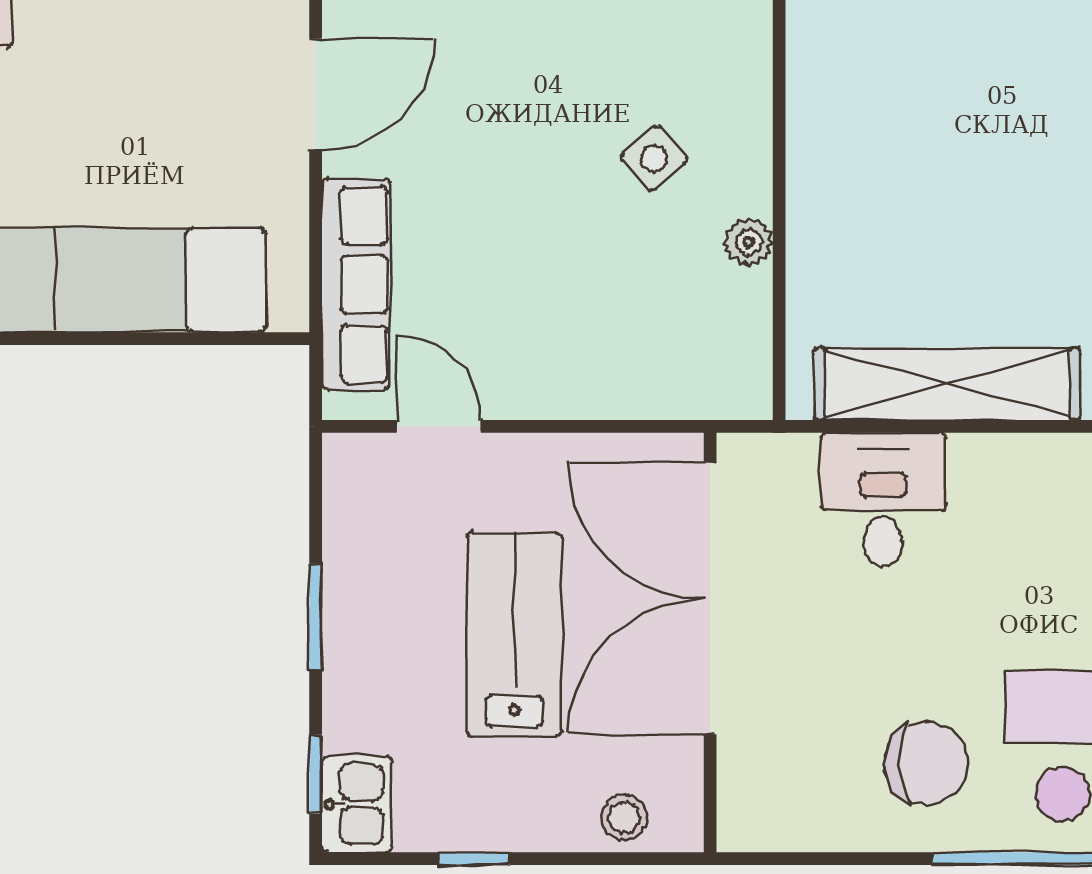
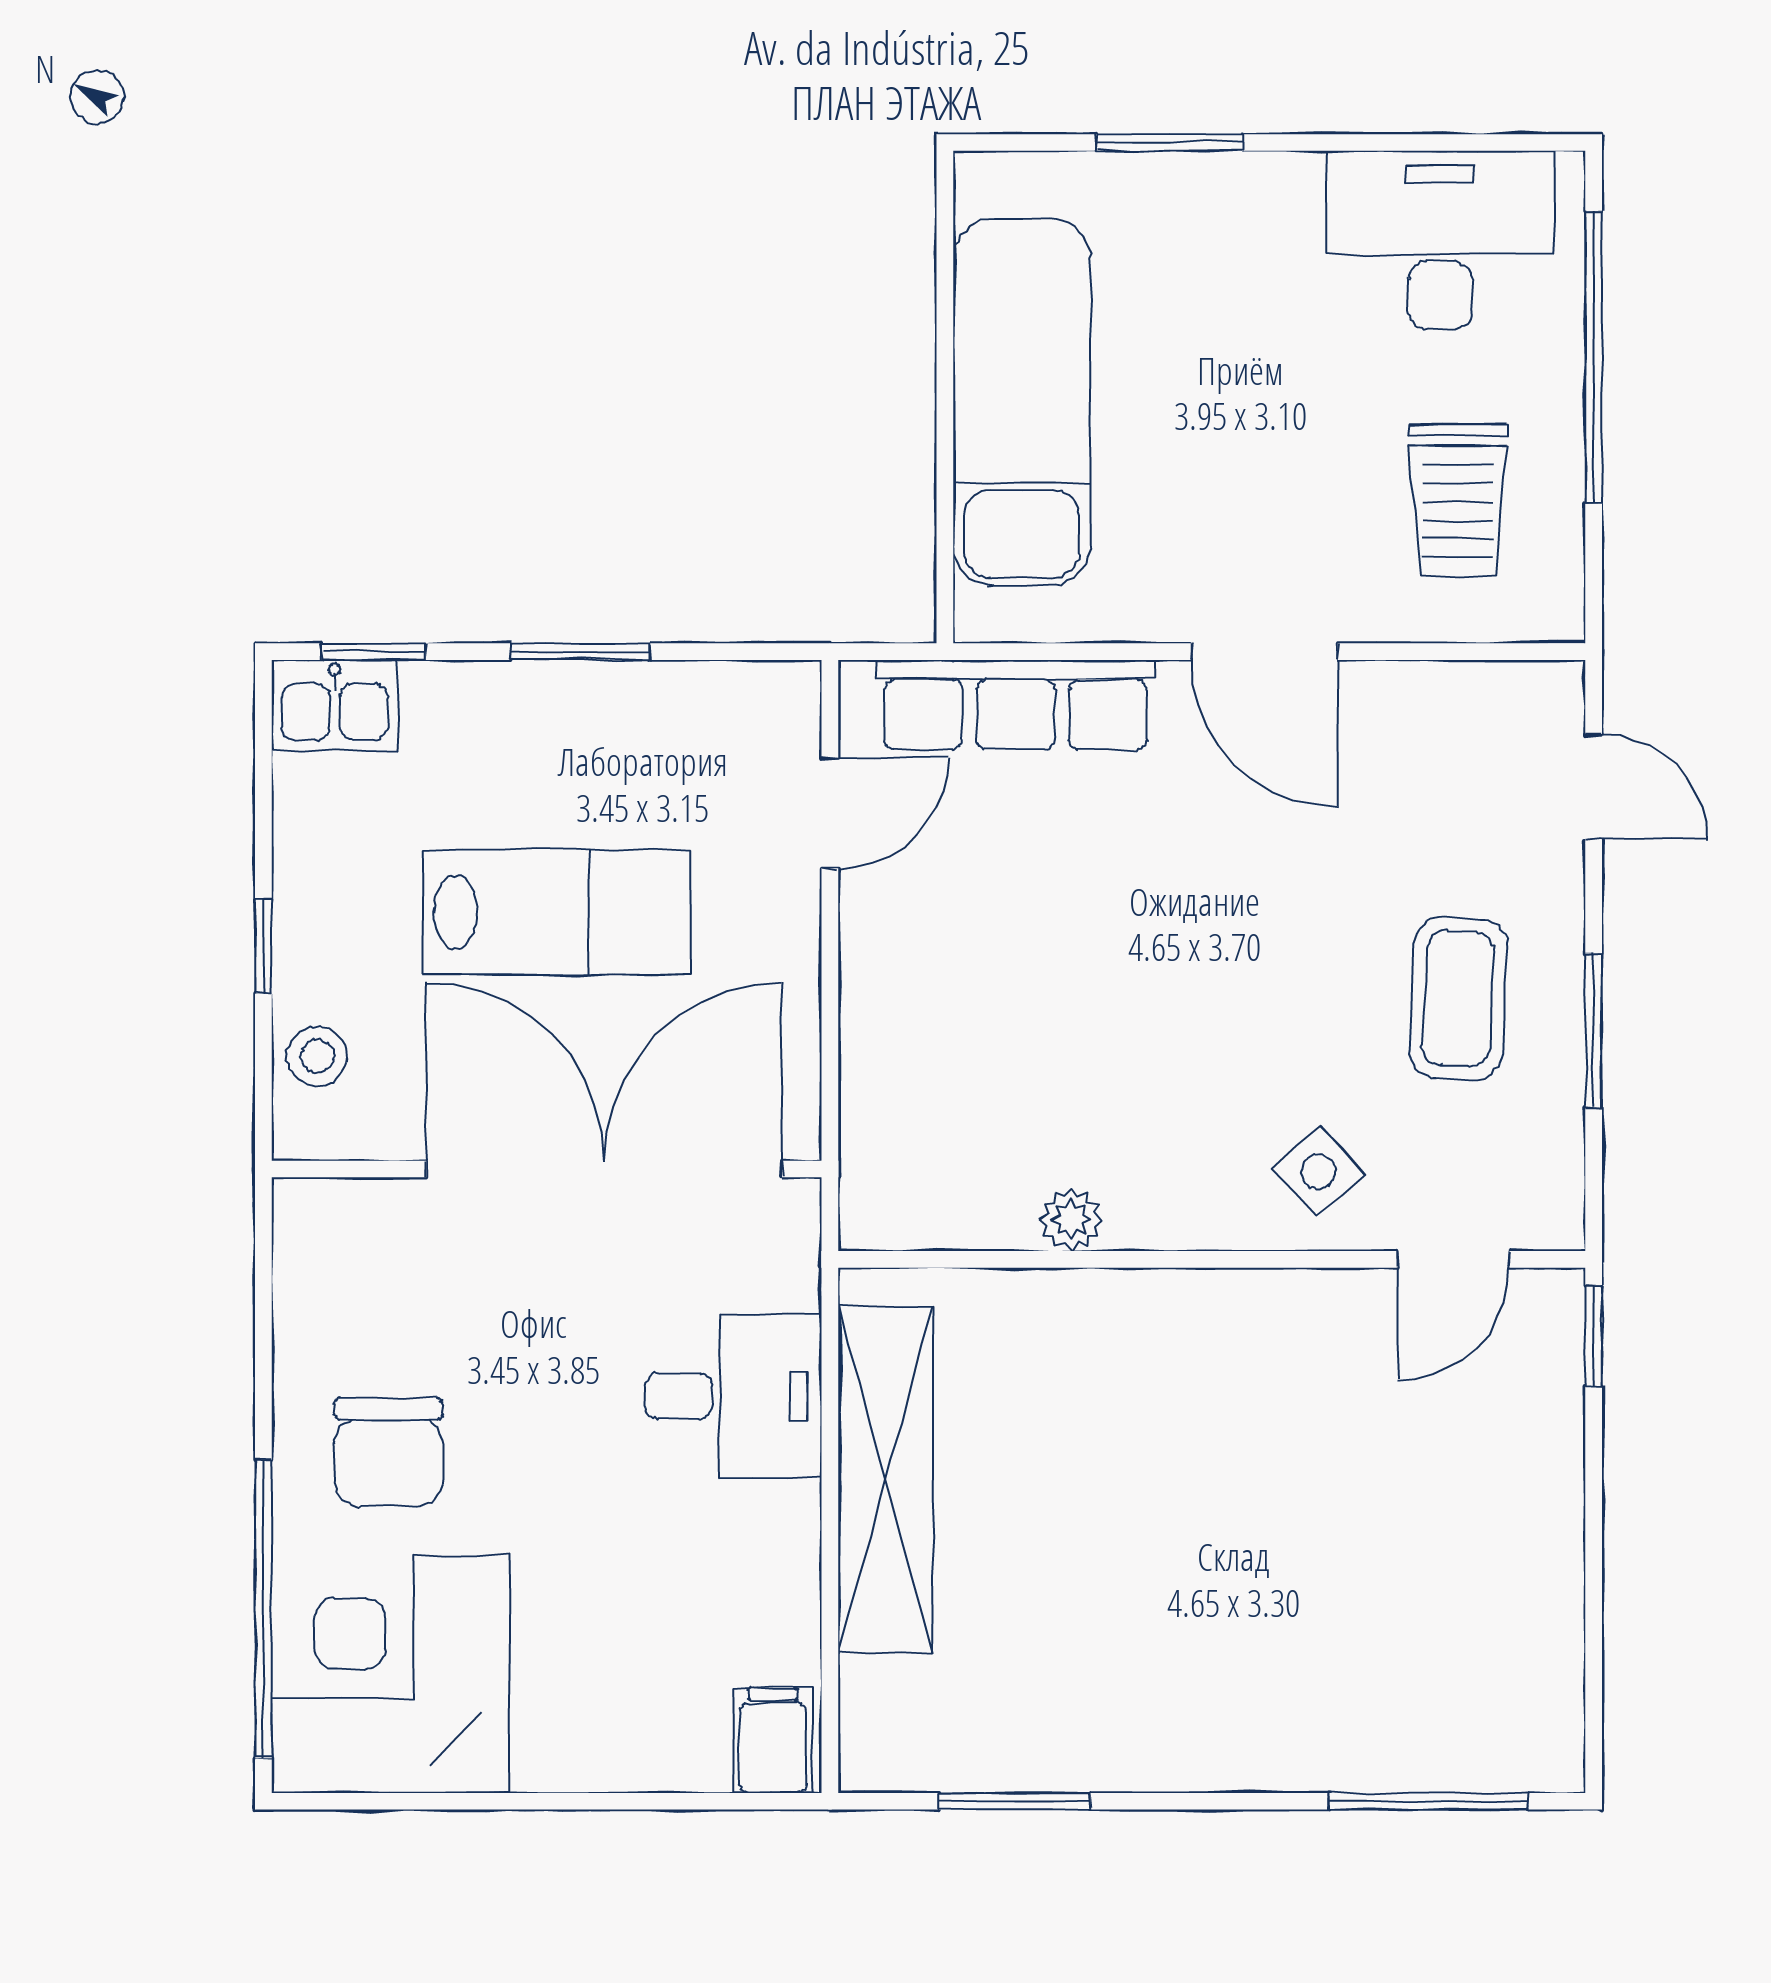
side table: (654, 158) -> (1319, 1171), moved
window: (474, 859) -> (263, 946), moved

